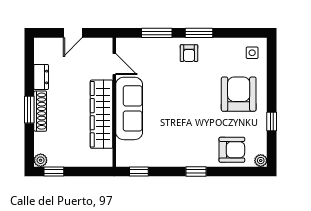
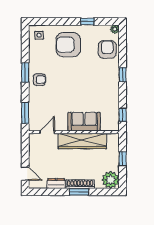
door: (73, 33) -> (25, 174), moved
window: (157, 33) -> (25, 113), moved
sofa: (129, 108) -> (84, 122), width x0.73
plant: (41, 160) -> (111, 180), width x1.87, depth x1.87
window: (54, 171) -> (123, 159), moved

